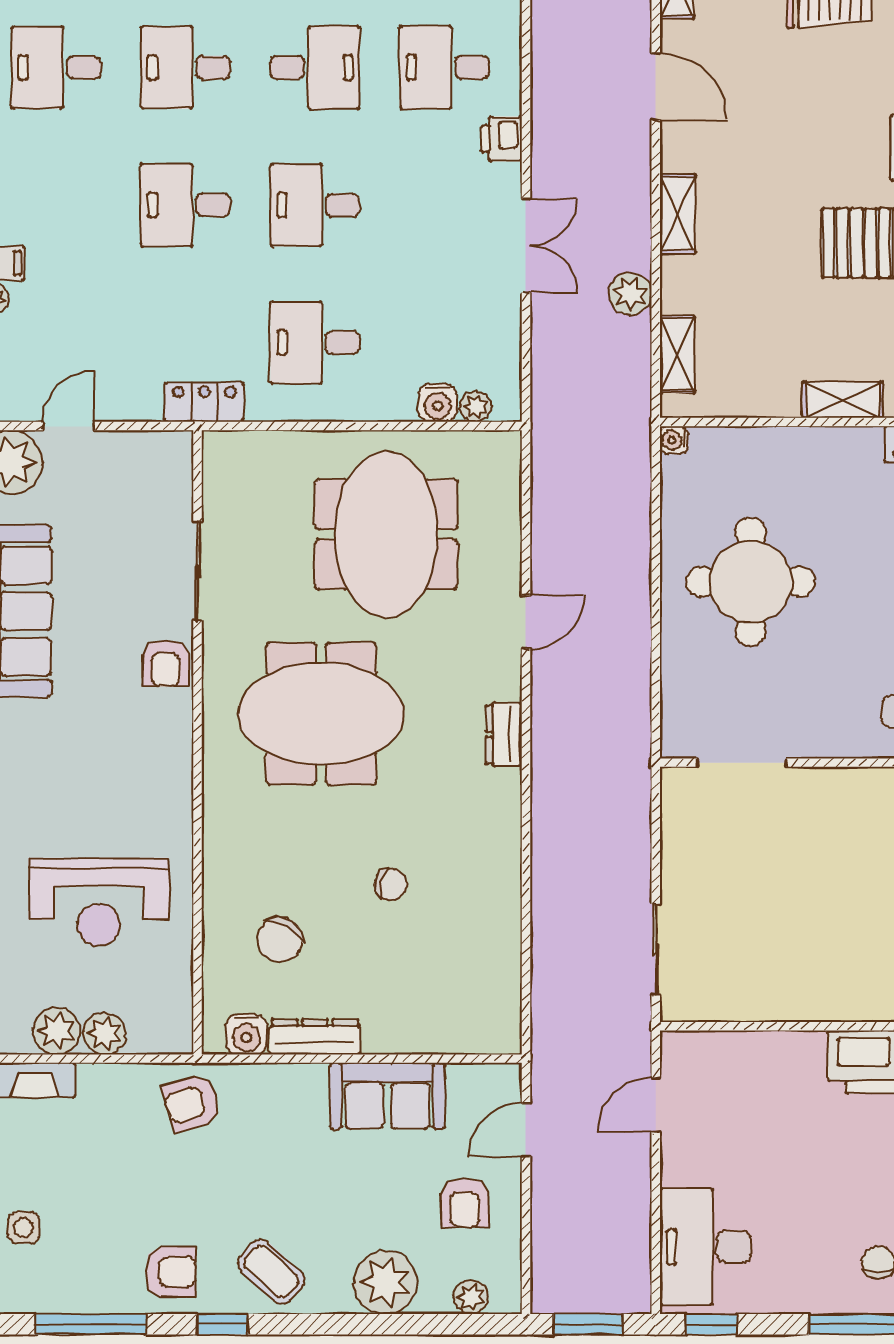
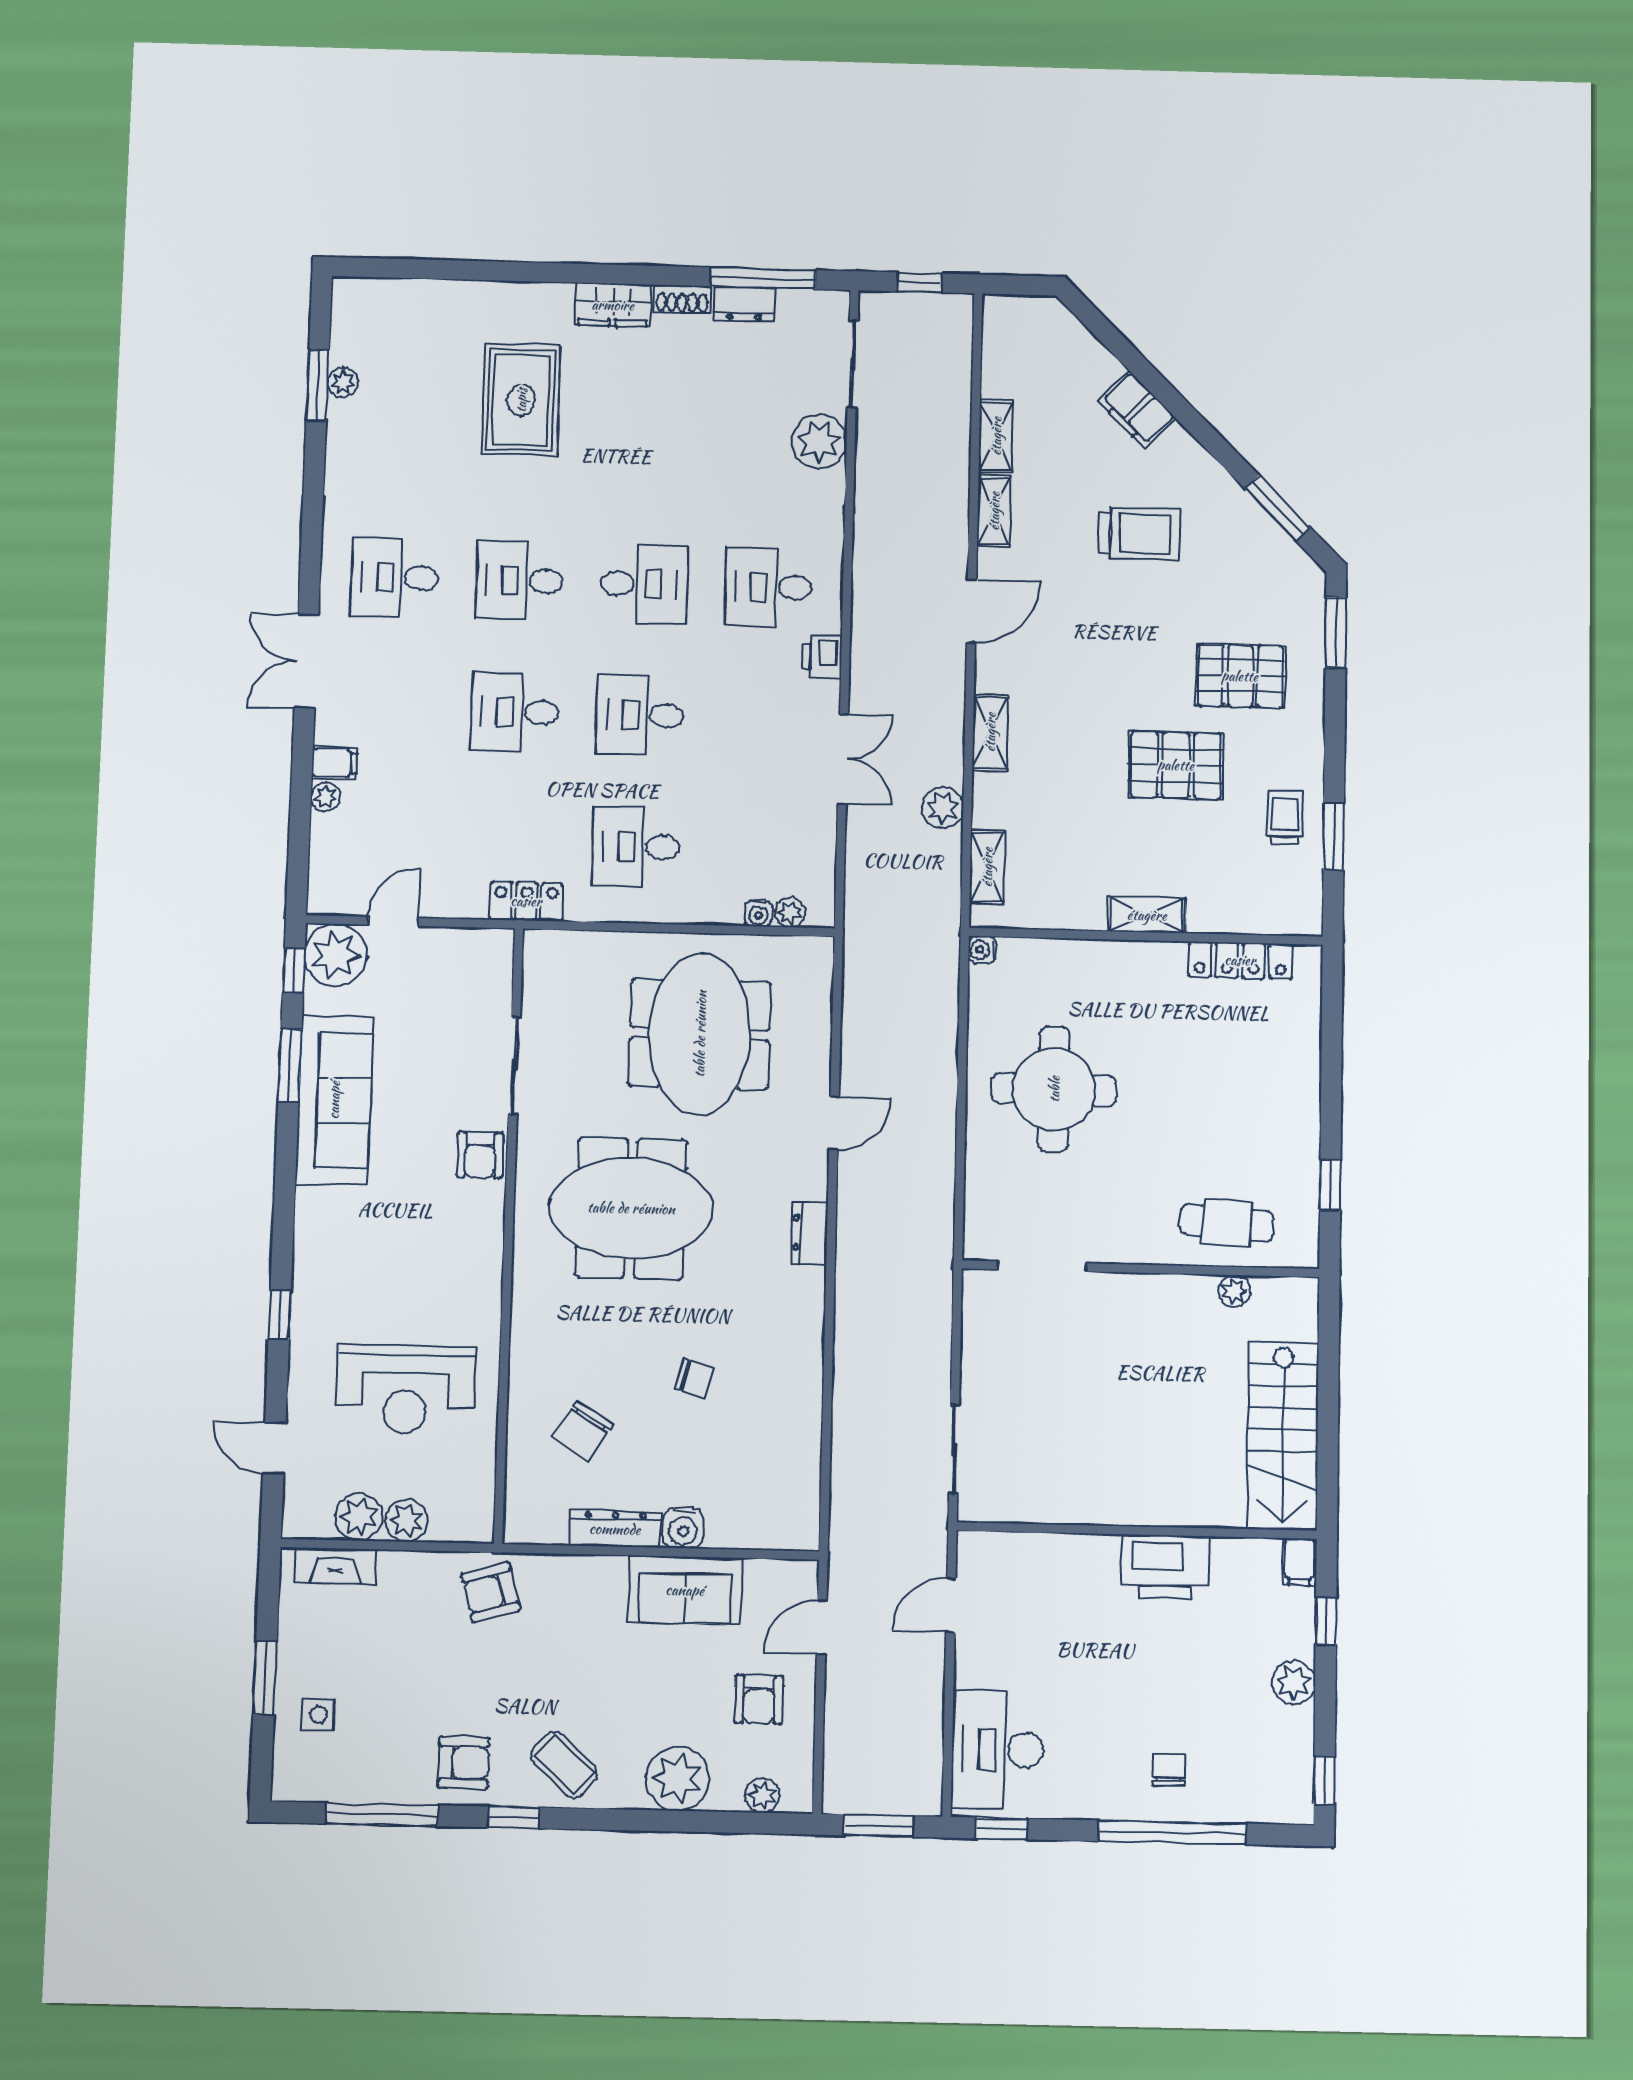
door: (656, 87) -> (971, 611), hinge flipped
water cooler: (438, 403) -> (758, 913), width x0.72, depth x0.72
water cooler: (246, 1034) -> (683, 1528), moved

